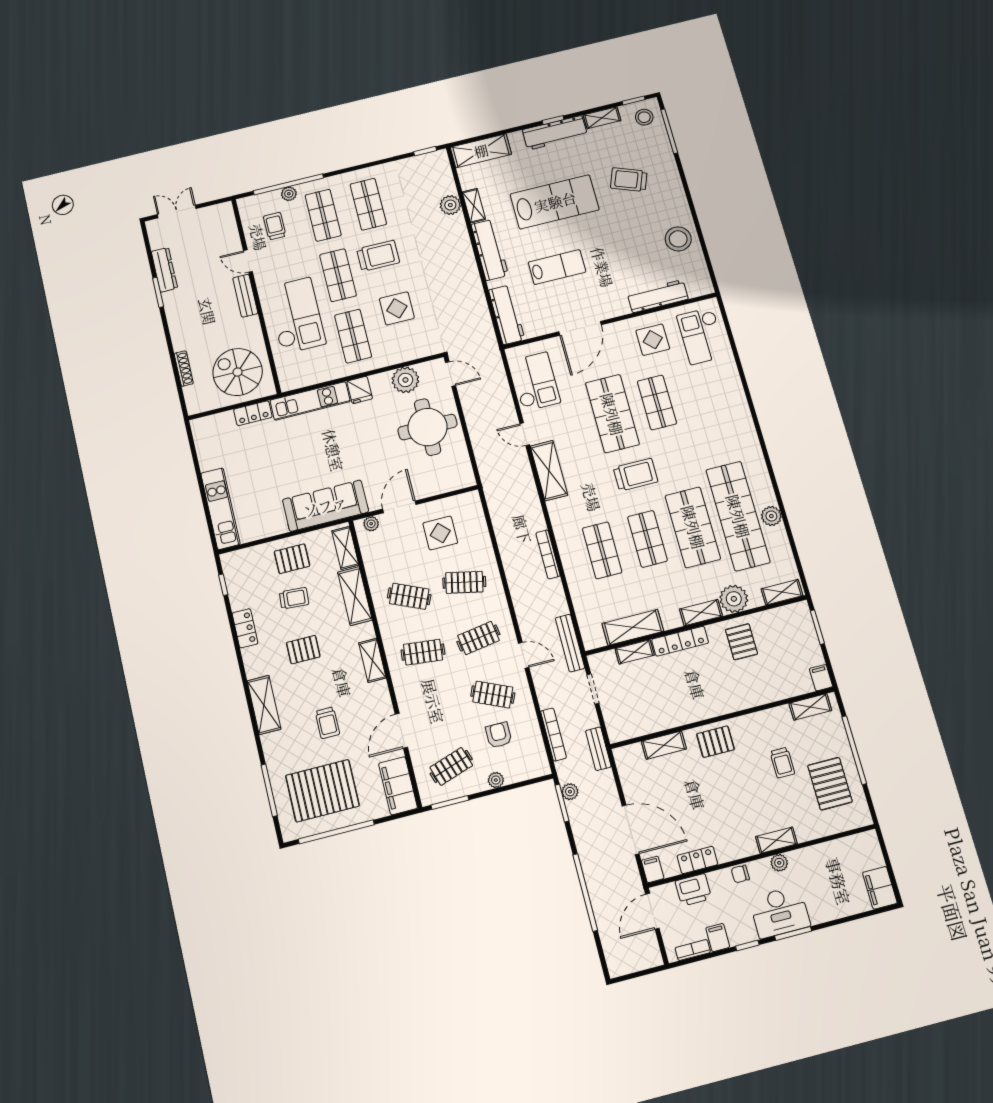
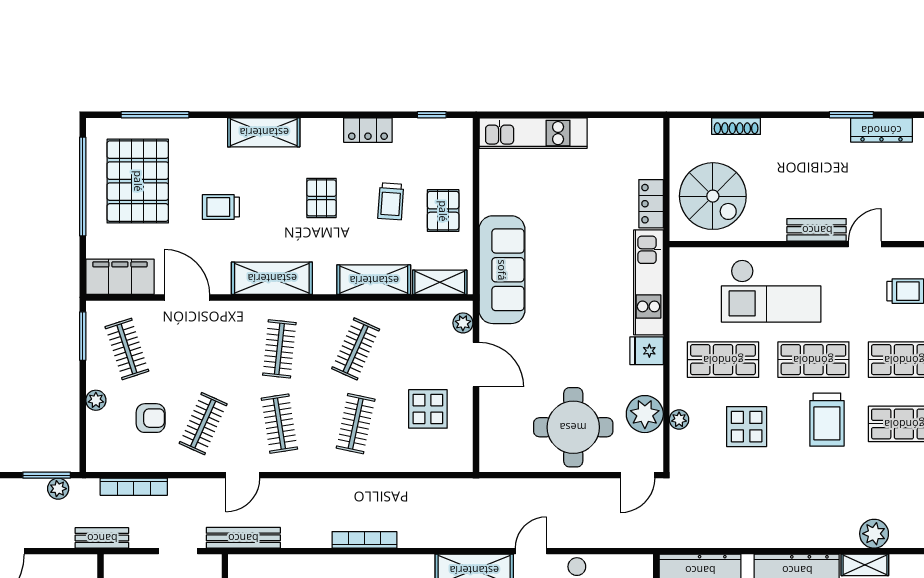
plant: (403, 355) -> (679, 420), added
spiral stairs: (238, 372) -> (713, 196), turned 90
shelving: (372, 660) -> (272, 278), width x1.50, depth x1.33

